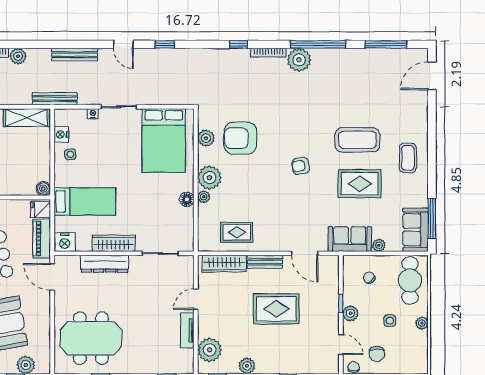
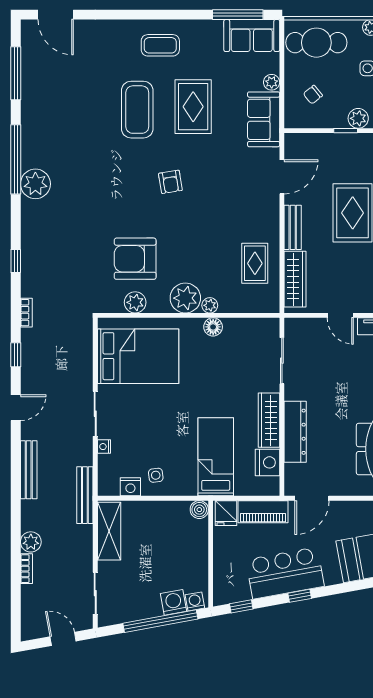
bookcase: (268, 53) -> (26, 313), moved, width x0.64
armchair: (240, 138) -> (135, 259), turned 90
nightstand: (65, 242) -> (268, 462), moved

